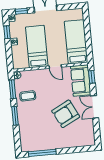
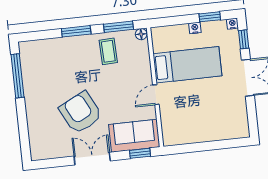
bed: (76, 42) -> (196, 128), removed

